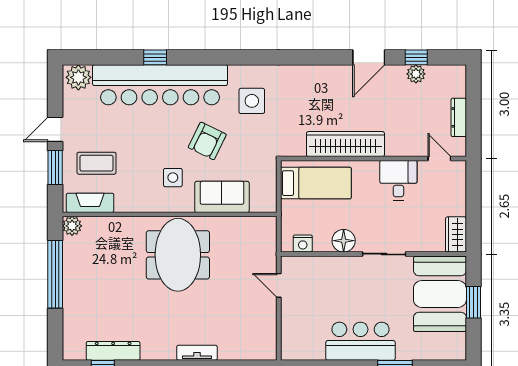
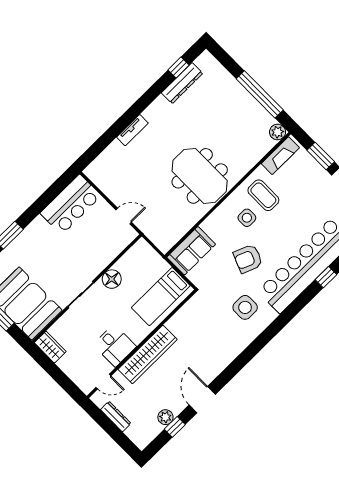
armchair: (207, 141) -> (248, 259), turned -94
wardrobe: (345, 144) -> (148, 354), moved
coffee table: (96, 163) -> (263, 195), moved, turned 90
sofa: (222, 197) -> (191, 251), moved
nightstand: (303, 244) -> (134, 254), removed
bar counter: (360, 341) -> (71, 205), moved

